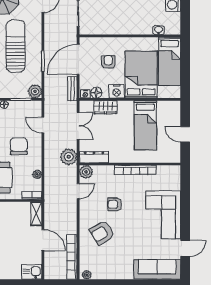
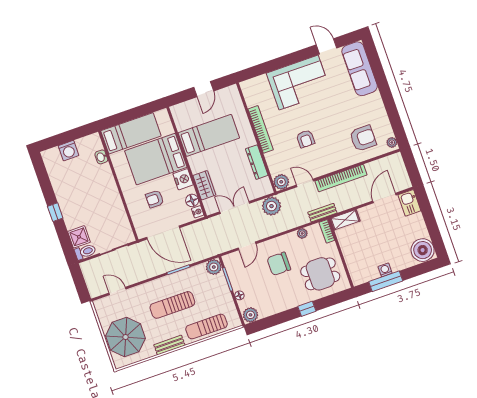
sun lounger: (16, 46) -> (172, 305), width x0.73, depth x0.75
bench: (72, 89) -> (322, 213), moved
dresser: (94, 157) -> (257, 162), moved
armchair: (102, 233) -> (363, 138), moved, turned -59
door: (43, 240) -> (384, 198), moved
bookcase: (72, 257) -> (341, 178), moved

